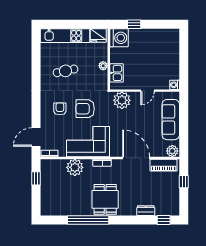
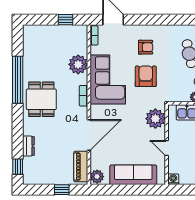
dining table: (105, 199) -> (41, 99), turned 90

